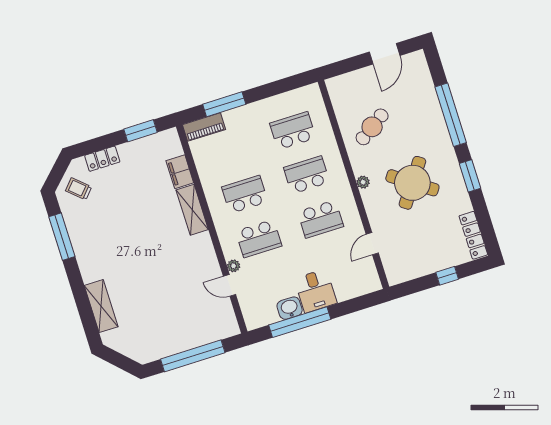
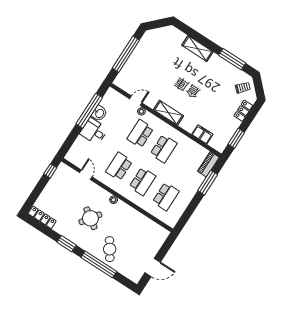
door: (385, 54) -> (153, 267), swing flipped
cafe table: (372, 127) -> (110, 249), moved
round table: (412, 183) -> (90, 218), width x0.73, depth x0.73
shelving: (192, 210) -> (169, 113), moved
window: (447, 276) -> (50, 171), moved
shelving: (101, 306) -> (197, 49), moved

